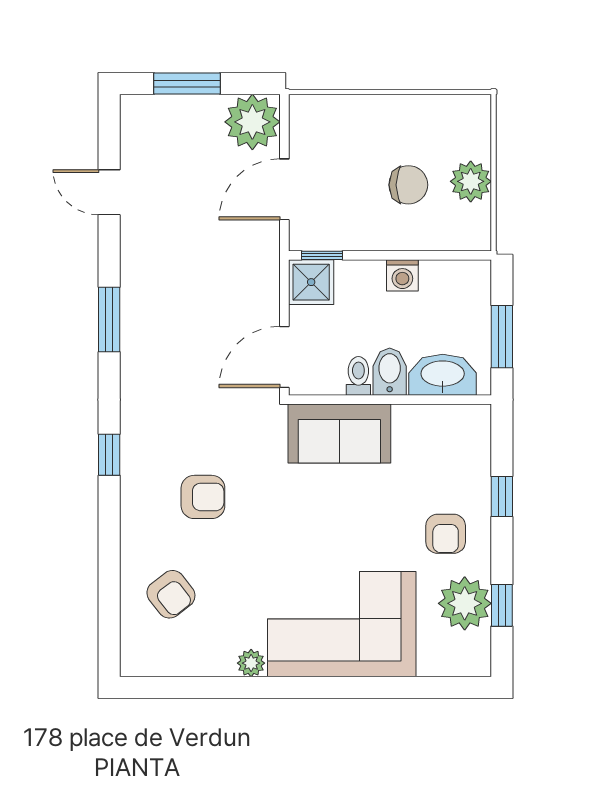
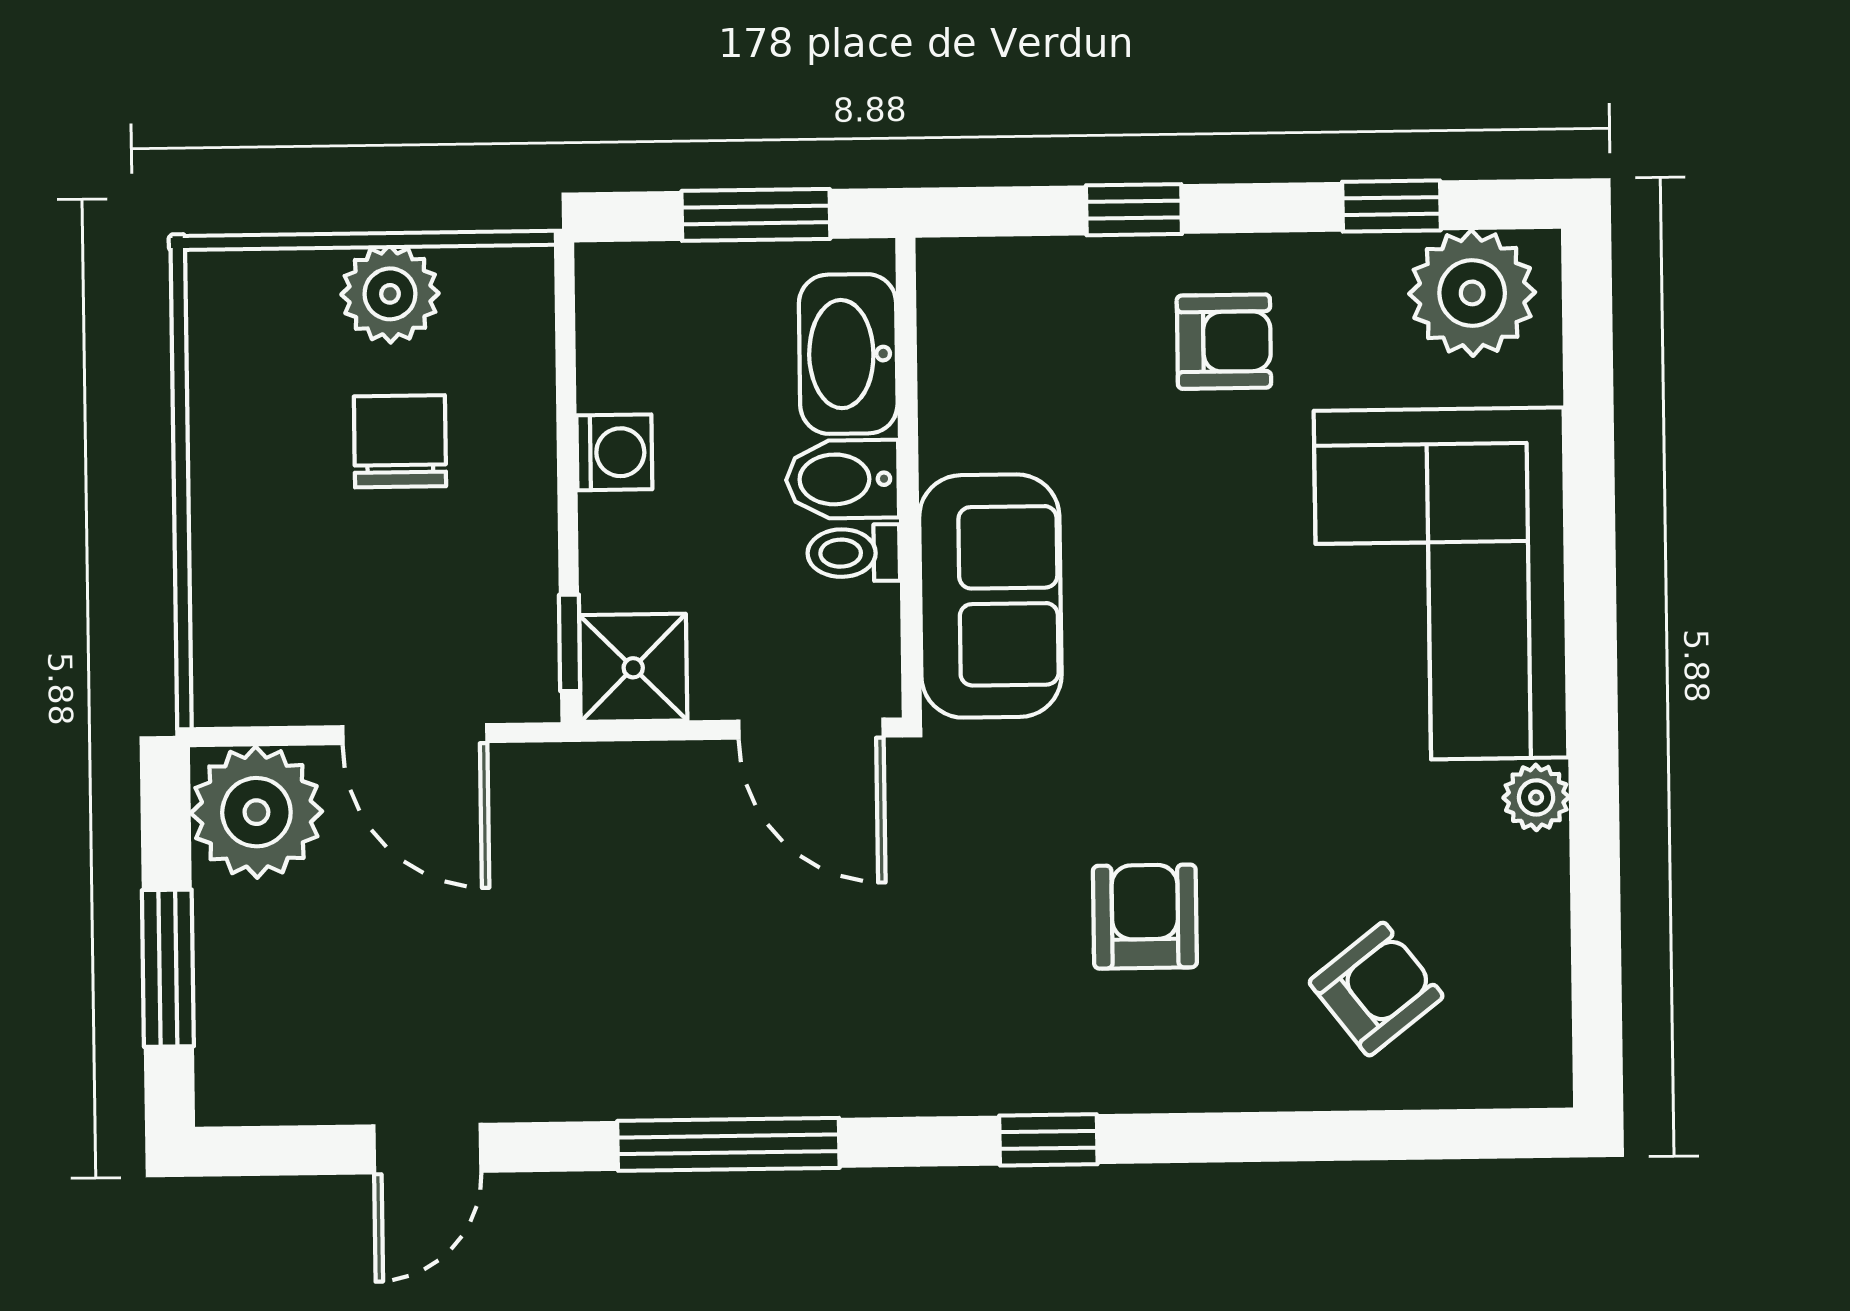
window: (109, 320) -> (728, 1144), width x1.44
plant: (465, 603) -> (1472, 293), moved

